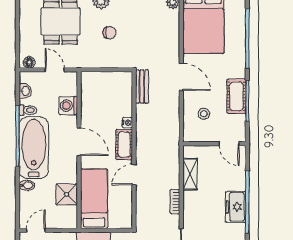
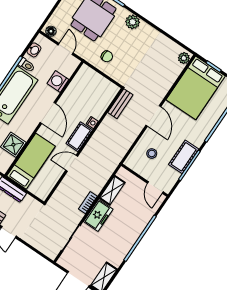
chair: (110, 33) -> (107, 56), moved
freezer: (236, 207) -> (98, 215), moved, turned 180

